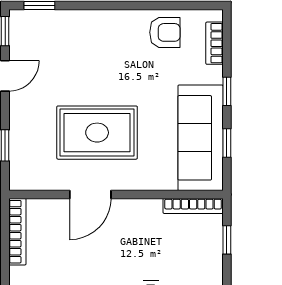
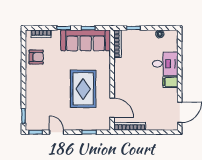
armchair: (165, 32) -> (36, 57), turned 90
door: (90, 195) -> (112, 108), moved

